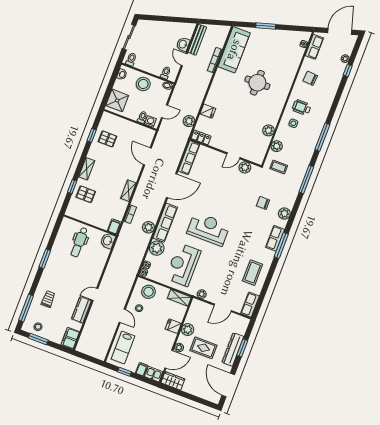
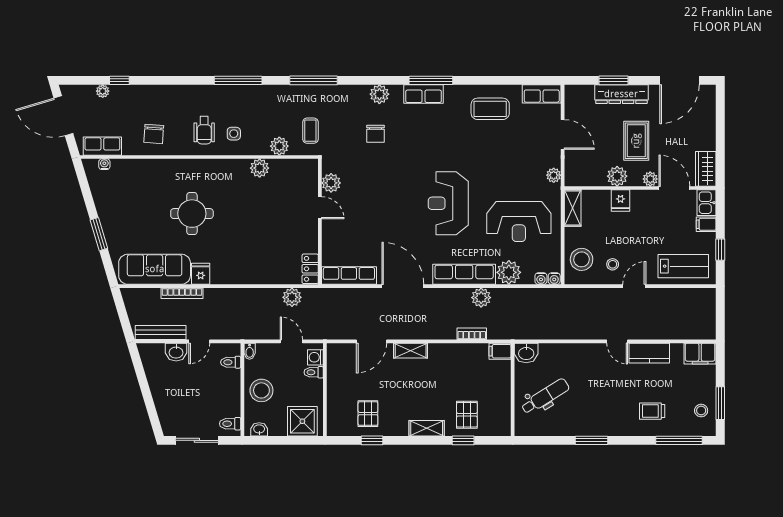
fridge: (208, 111) -> (201, 274), moved
shelving: (128, 191) -> (411, 351), moved
dental chair: (79, 242) -> (545, 396), turned -32

